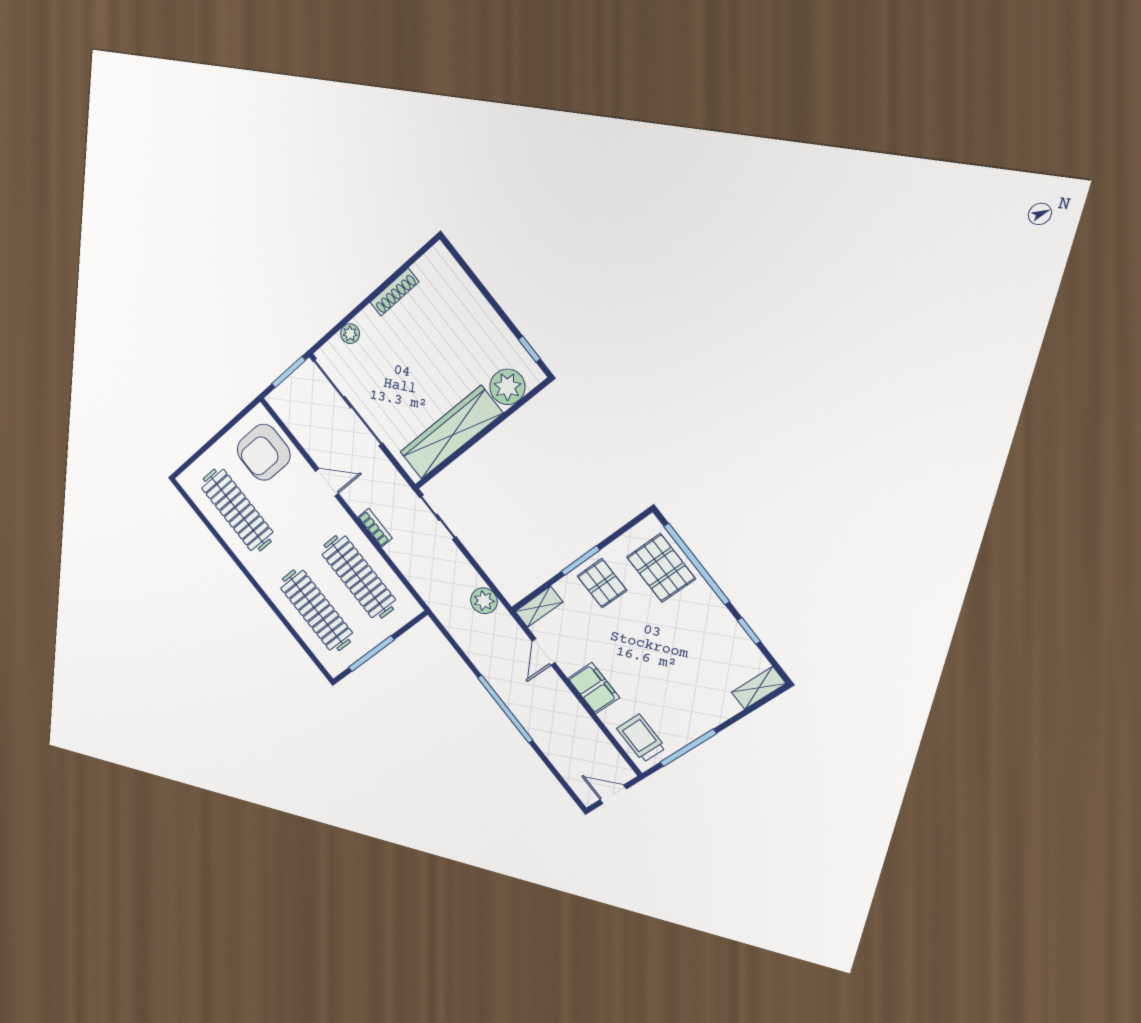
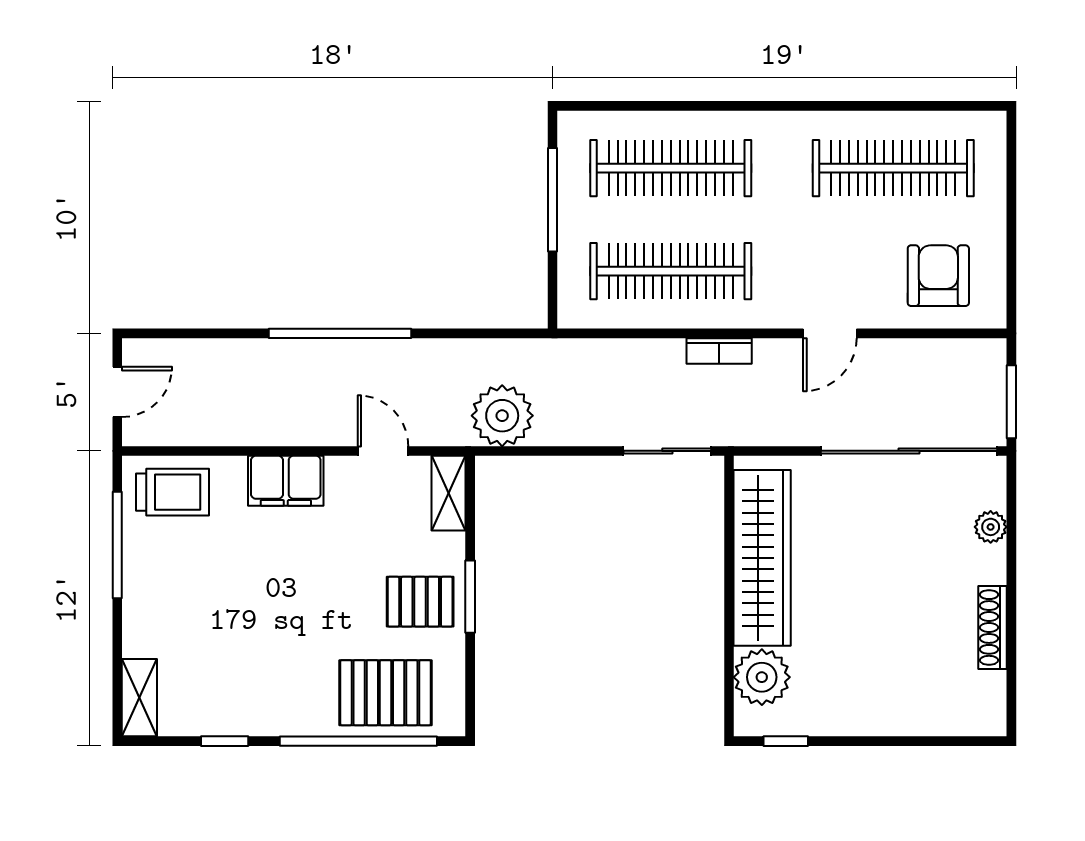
armchair: (264, 452) -> (938, 276), width x0.73, depth x0.73
plant: (484, 601) -> (502, 416), width x1.36, depth x1.36

